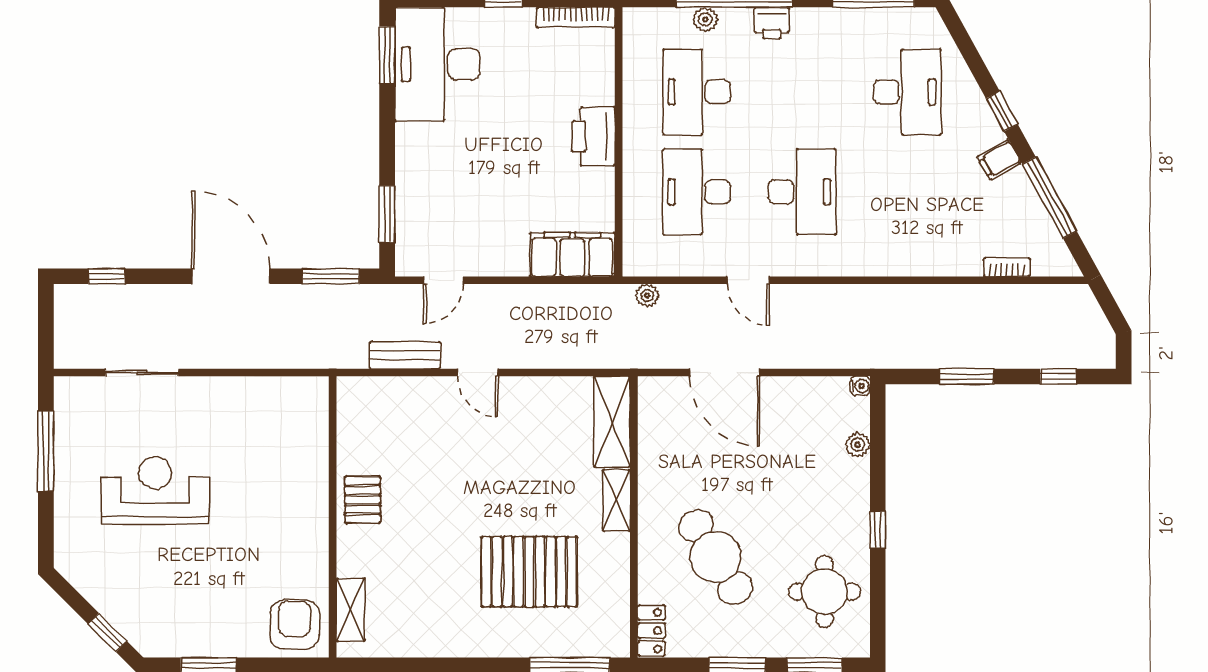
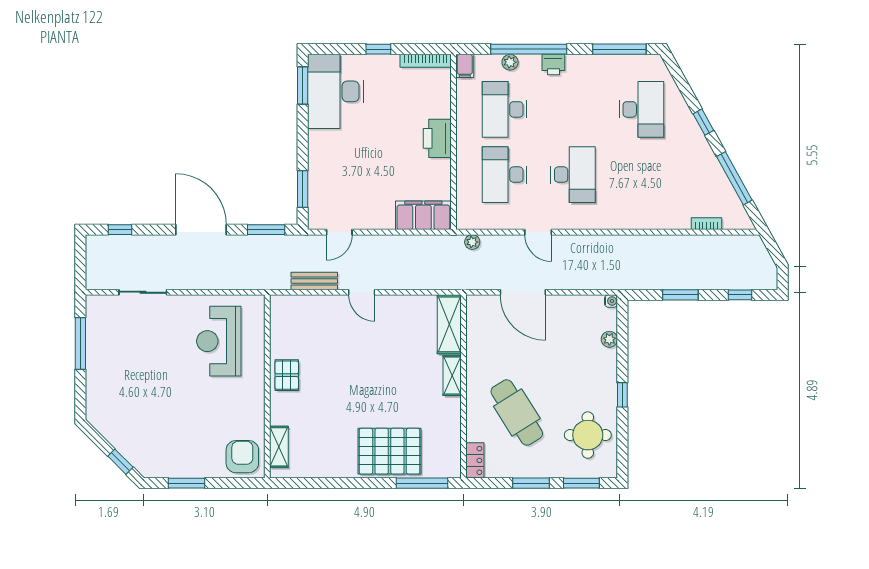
filing cabinet: (999, 160) -> (465, 66), moved, turned -61
reception desk: (155, 491) -> (219, 341), moved, turned -90
pallet: (529, 572) -> (389, 451), moved

